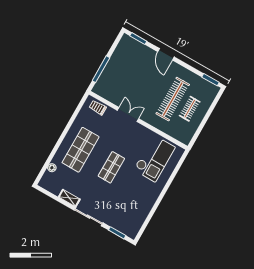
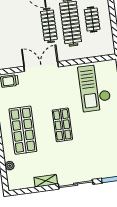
clothes rail: (156, 89) -> (49, 25), added
double door: (128, 114) -> (41, 67), width x1.37
checkout: (154, 158) -> (95, 88), turned 180

